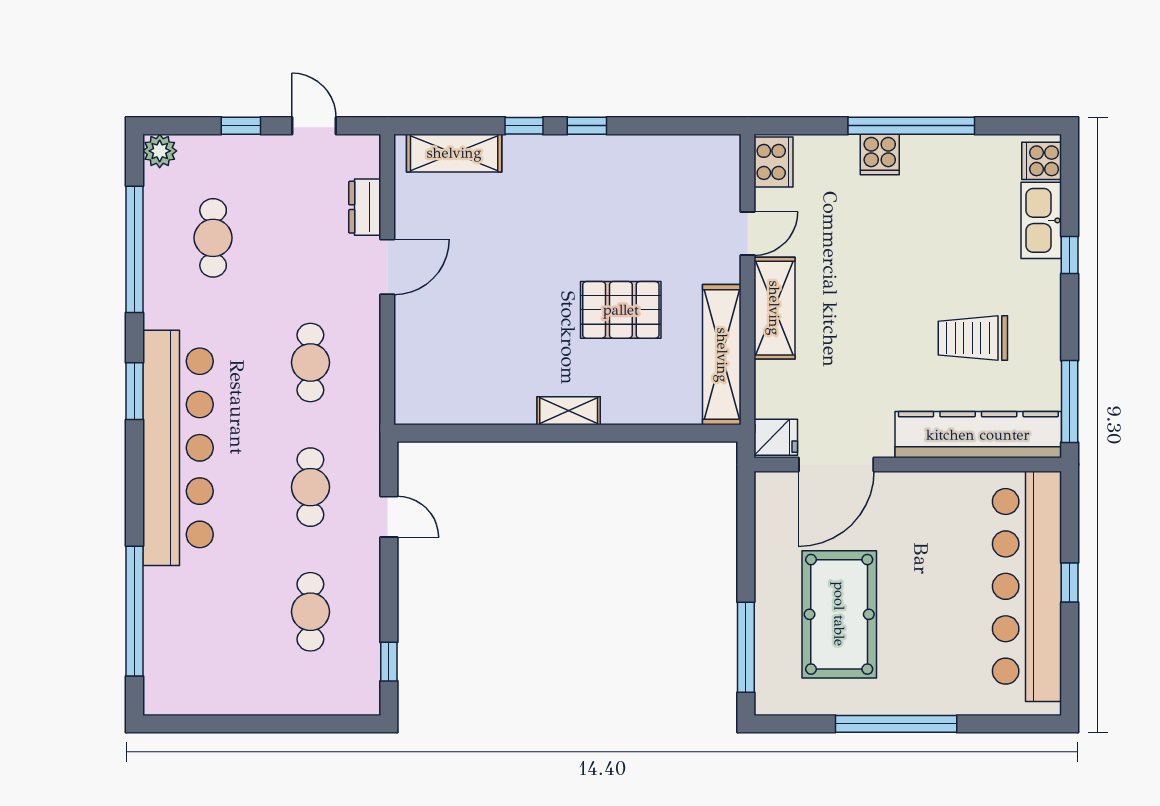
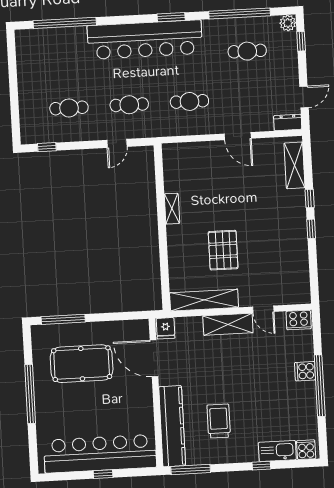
window: (241, 126) -> (301, 41), moved
dresser: (365, 207) -> (288, 122), moved
shelving: (569, 411) -> (172, 209), moved

